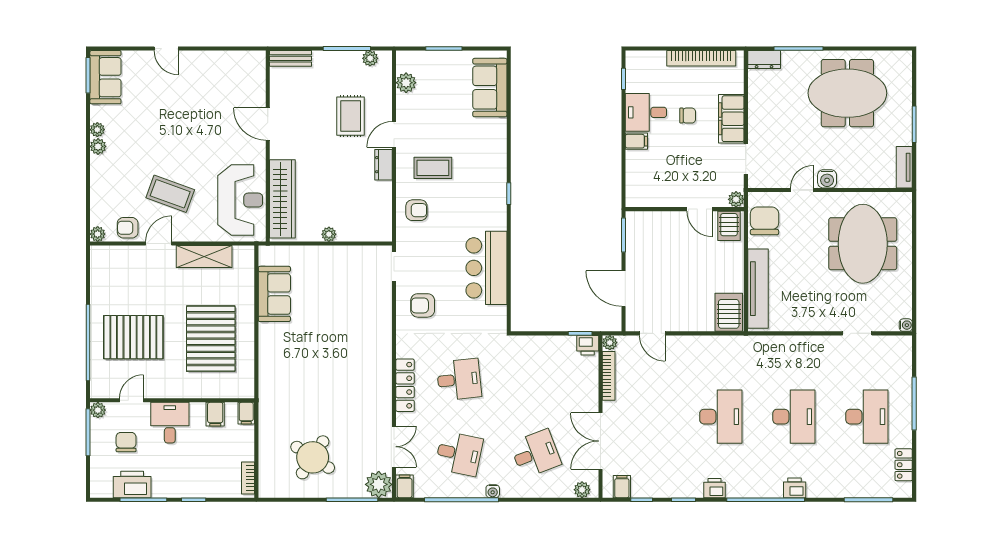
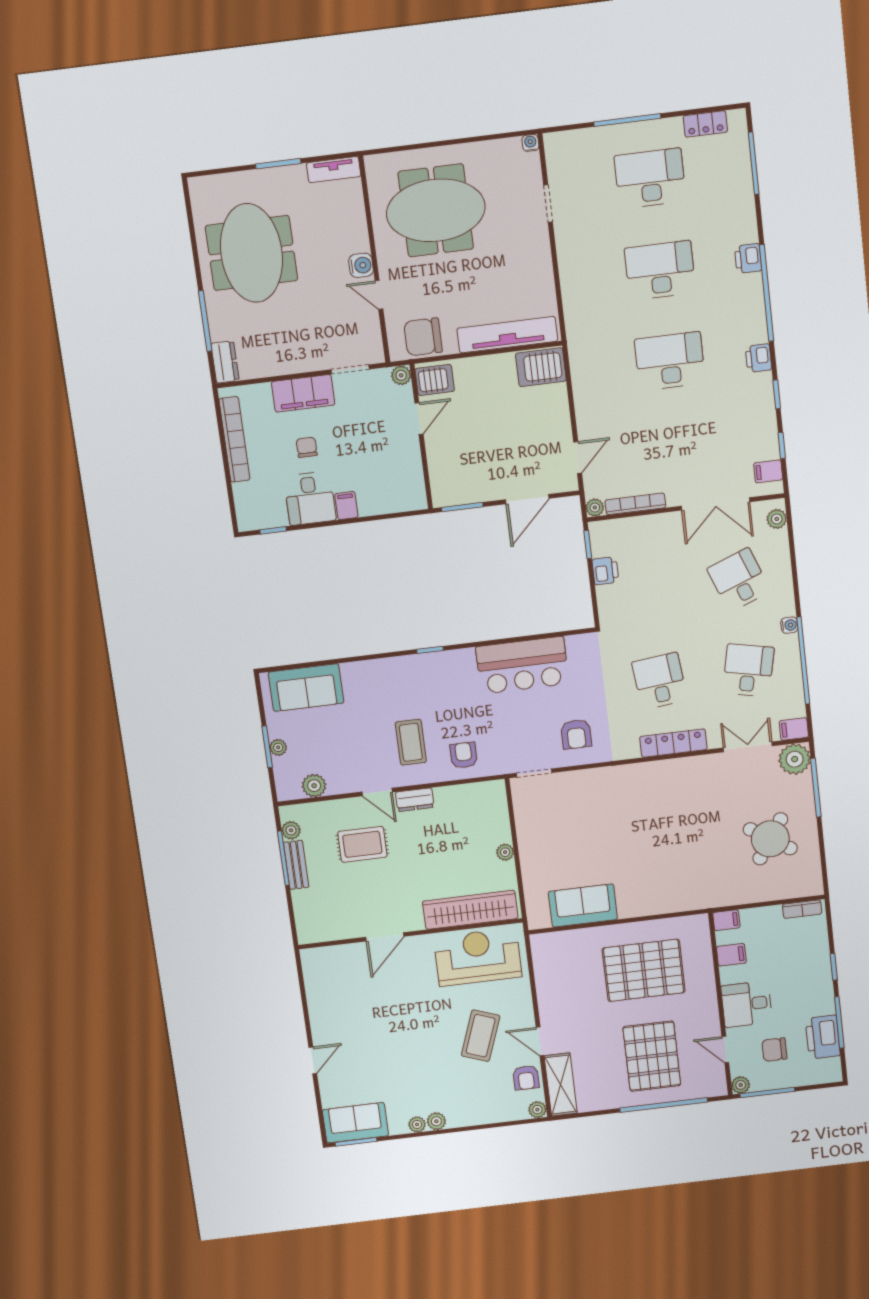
bench: (291, 58) -> (296, 865), moved
plant: (442, 58) -> (278, 747), added
shelving: (204, 257) -> (561, 1084), moved
printer: (588, 345) -> (605, 571), moved

